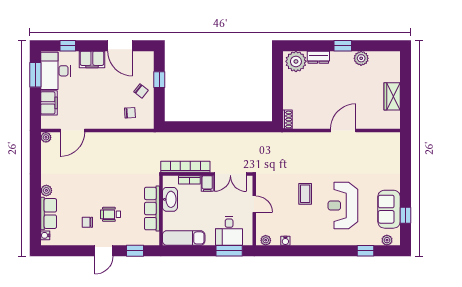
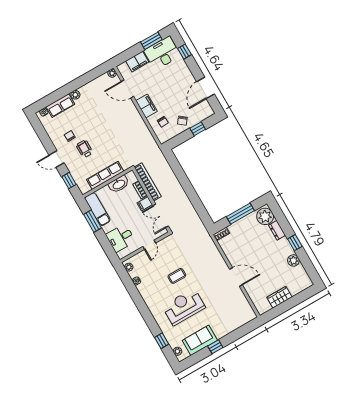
filing cabinet: (92, 59) -> (146, 106), moved, turned 180
window: (278, 86) -> (240, 214), added
window: (405, 215) -> (215, 347), moved
window: (229, 251) -> (92, 221), moved

